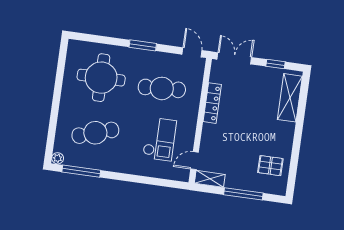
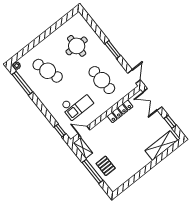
double door: (234, 58) -> (152, 99), swing flipped
round table: (101, 78) -> (77, 46), width x0.73, depth x0.73
pallet: (270, 166) -> (106, 166), moved
window: (168, 183) -> (60, 130), added

